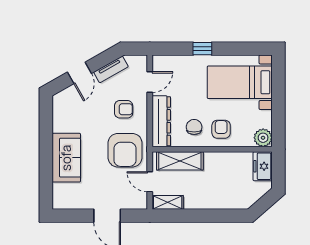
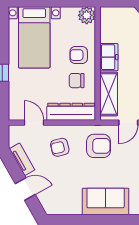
armchair: (124, 109) -> (60, 147), turned -103
armchair: (125, 150) -> (99, 146), width x0.73, depth x0.73
freezer: (263, 166) -> (109, 57), moved, turned -90

